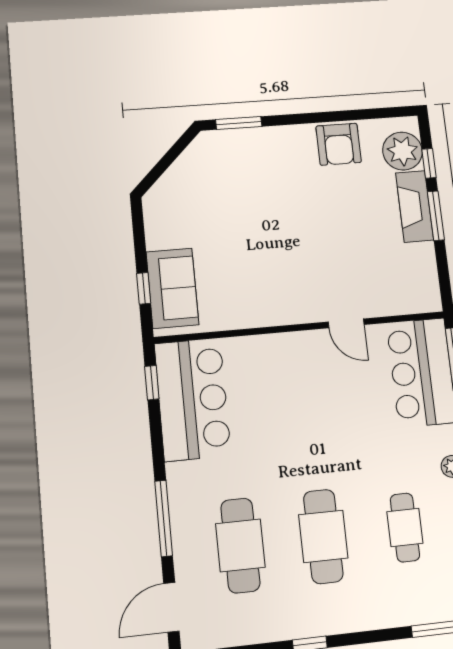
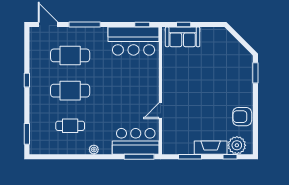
window: (436, 216) -> (190, 157), moved

